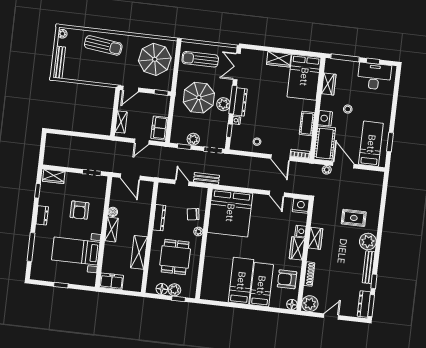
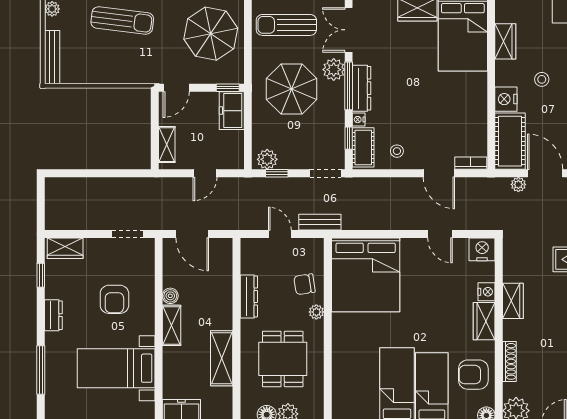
plant: (223, 104) -> (334, 70), moved
cot: (307, 124) -> (363, 147), moved
freezer: (159, 128) -> (232, 111), moved
plant: (193, 139) -> (267, 159), moved

